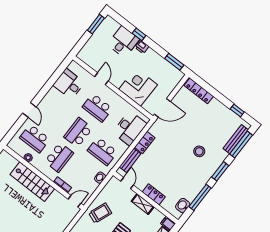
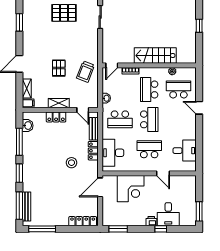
window: (237, 111) -> (42, 229), width x2.17
school desk: (102, 151) -> (120, 119), turned 180
stool: (199, 151) -> (71, 163), moved

